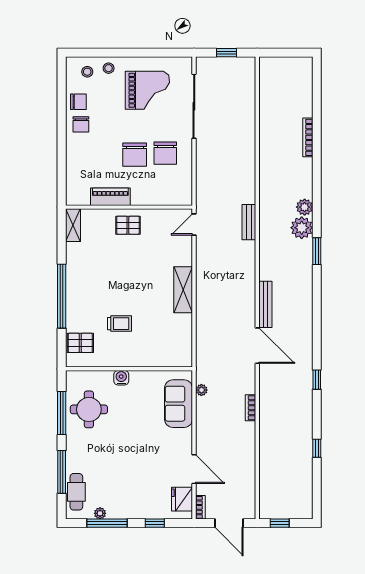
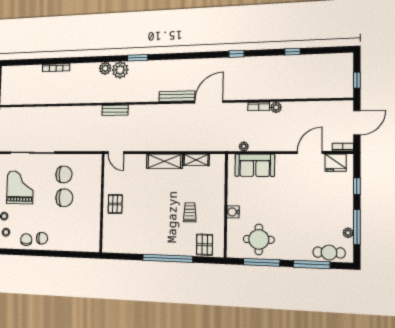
piano: (110, 197) -> (94, 217), removed
shelving: (73, 225) -> (196, 160), moved
plant: (249, 429) -> (276, 107), added

